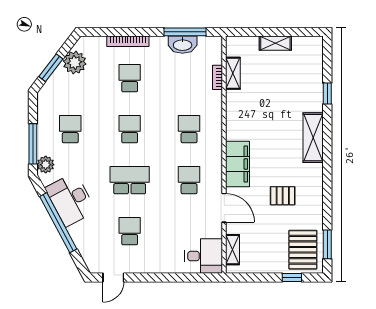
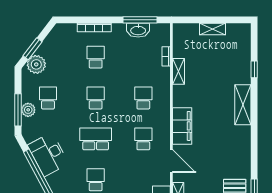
plant: (75, 63) -> (36, 64), moved
shelving: (233, 73) -> (178, 71), moved
plant: (46, 165) -> (28, 110), moved
pallet: (283, 196) -> (218, 151), removed

